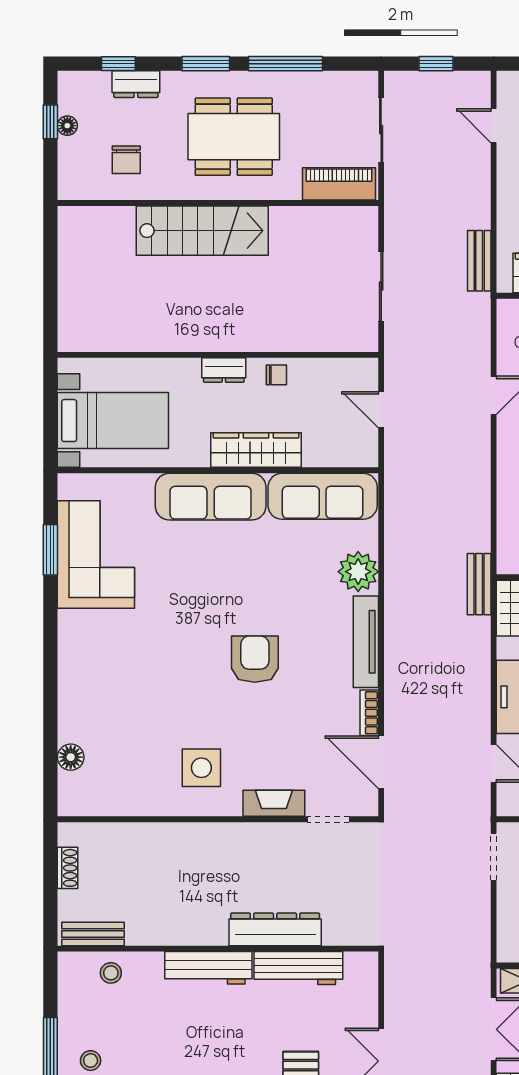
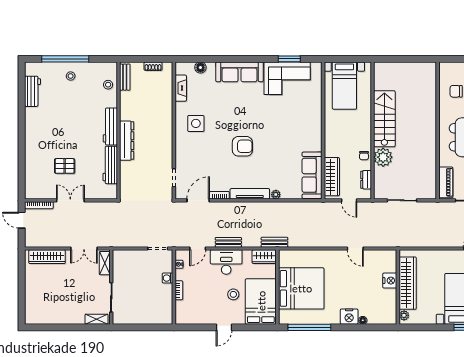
stairs: (202, 231) -> (384, 119), moved, turned 180
bench: (479, 261) -> (228, 242), moved
plant: (280, 330) -> (383, 157), added
dresser: (224, 370) -> (366, 180), moved
door: (381, 410) -> (349, 200), swing flipped
wardrobe: (256, 450) -> (332, 177), moved
sofa: (211, 497) -> (240, 72), moved, turned -90
plant: (358, 572) -> (276, 195), width x0.53, depth x0.53
fireplace: (274, 803) -> (181, 88), moved
dresser: (275, 929) -> (127, 141), moved

